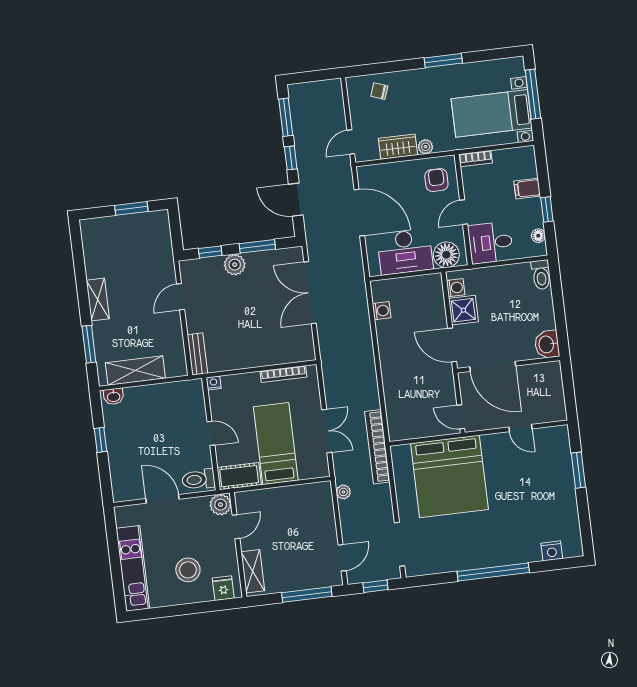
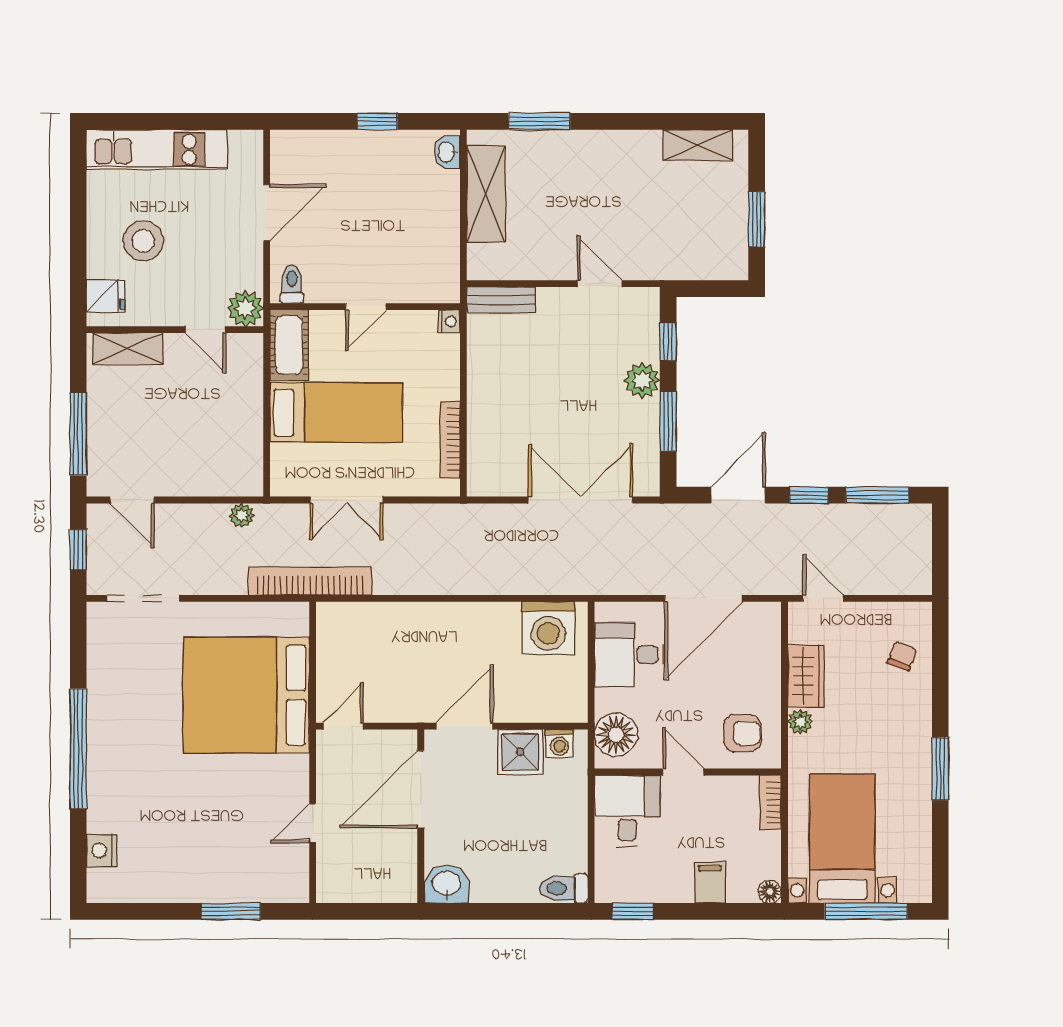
window: (547, 209) -> (633, 911), moved
floor lamp: (538, 236) -> (770, 892), moved
desk: (405, 252) -> (629, 655), width x0.73
shelving: (98, 299) -> (698, 145), moved
washing machine: (382, 311) -> (548, 628), width x1.89, depth x1.89
toilet: (198, 479) -> (292, 284), width x0.73, depth x0.72

